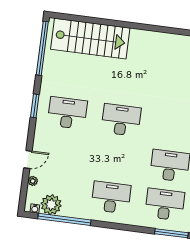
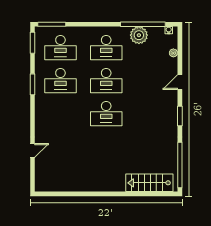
stairs: (90, 39) -> (149, 183), width x0.73, depth x0.66
desk: (67, 113) -> (106, 81), moved
door: (28, 160) -> (180, 82), moved
plant: (51, 205) -> (139, 35), moved

